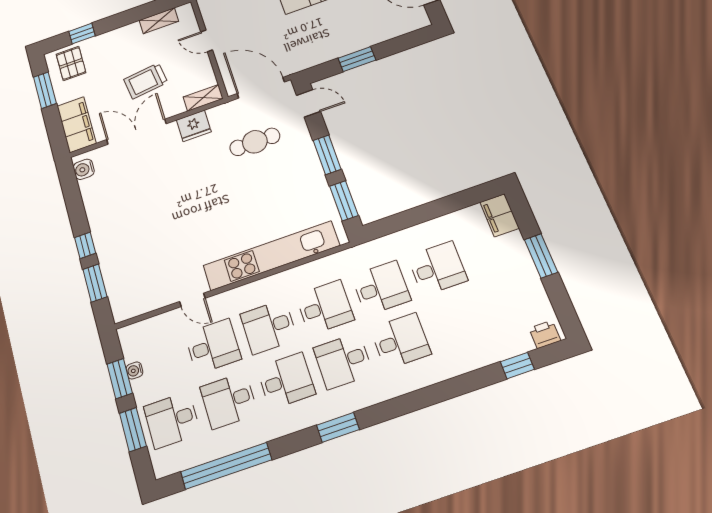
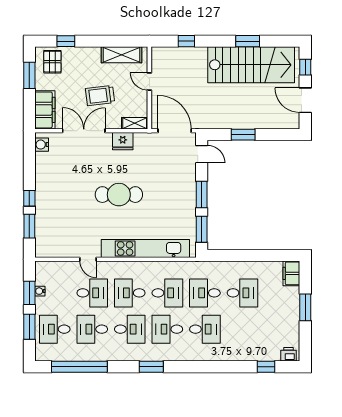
shelving: (159, 21) -> (121, 55), width x1.50, depth x1.33
cafe table: (255, 142) -> (119, 195), moved, width x1.37, depth x1.35
desk: (381, 288) -> (205, 293), turned 180

